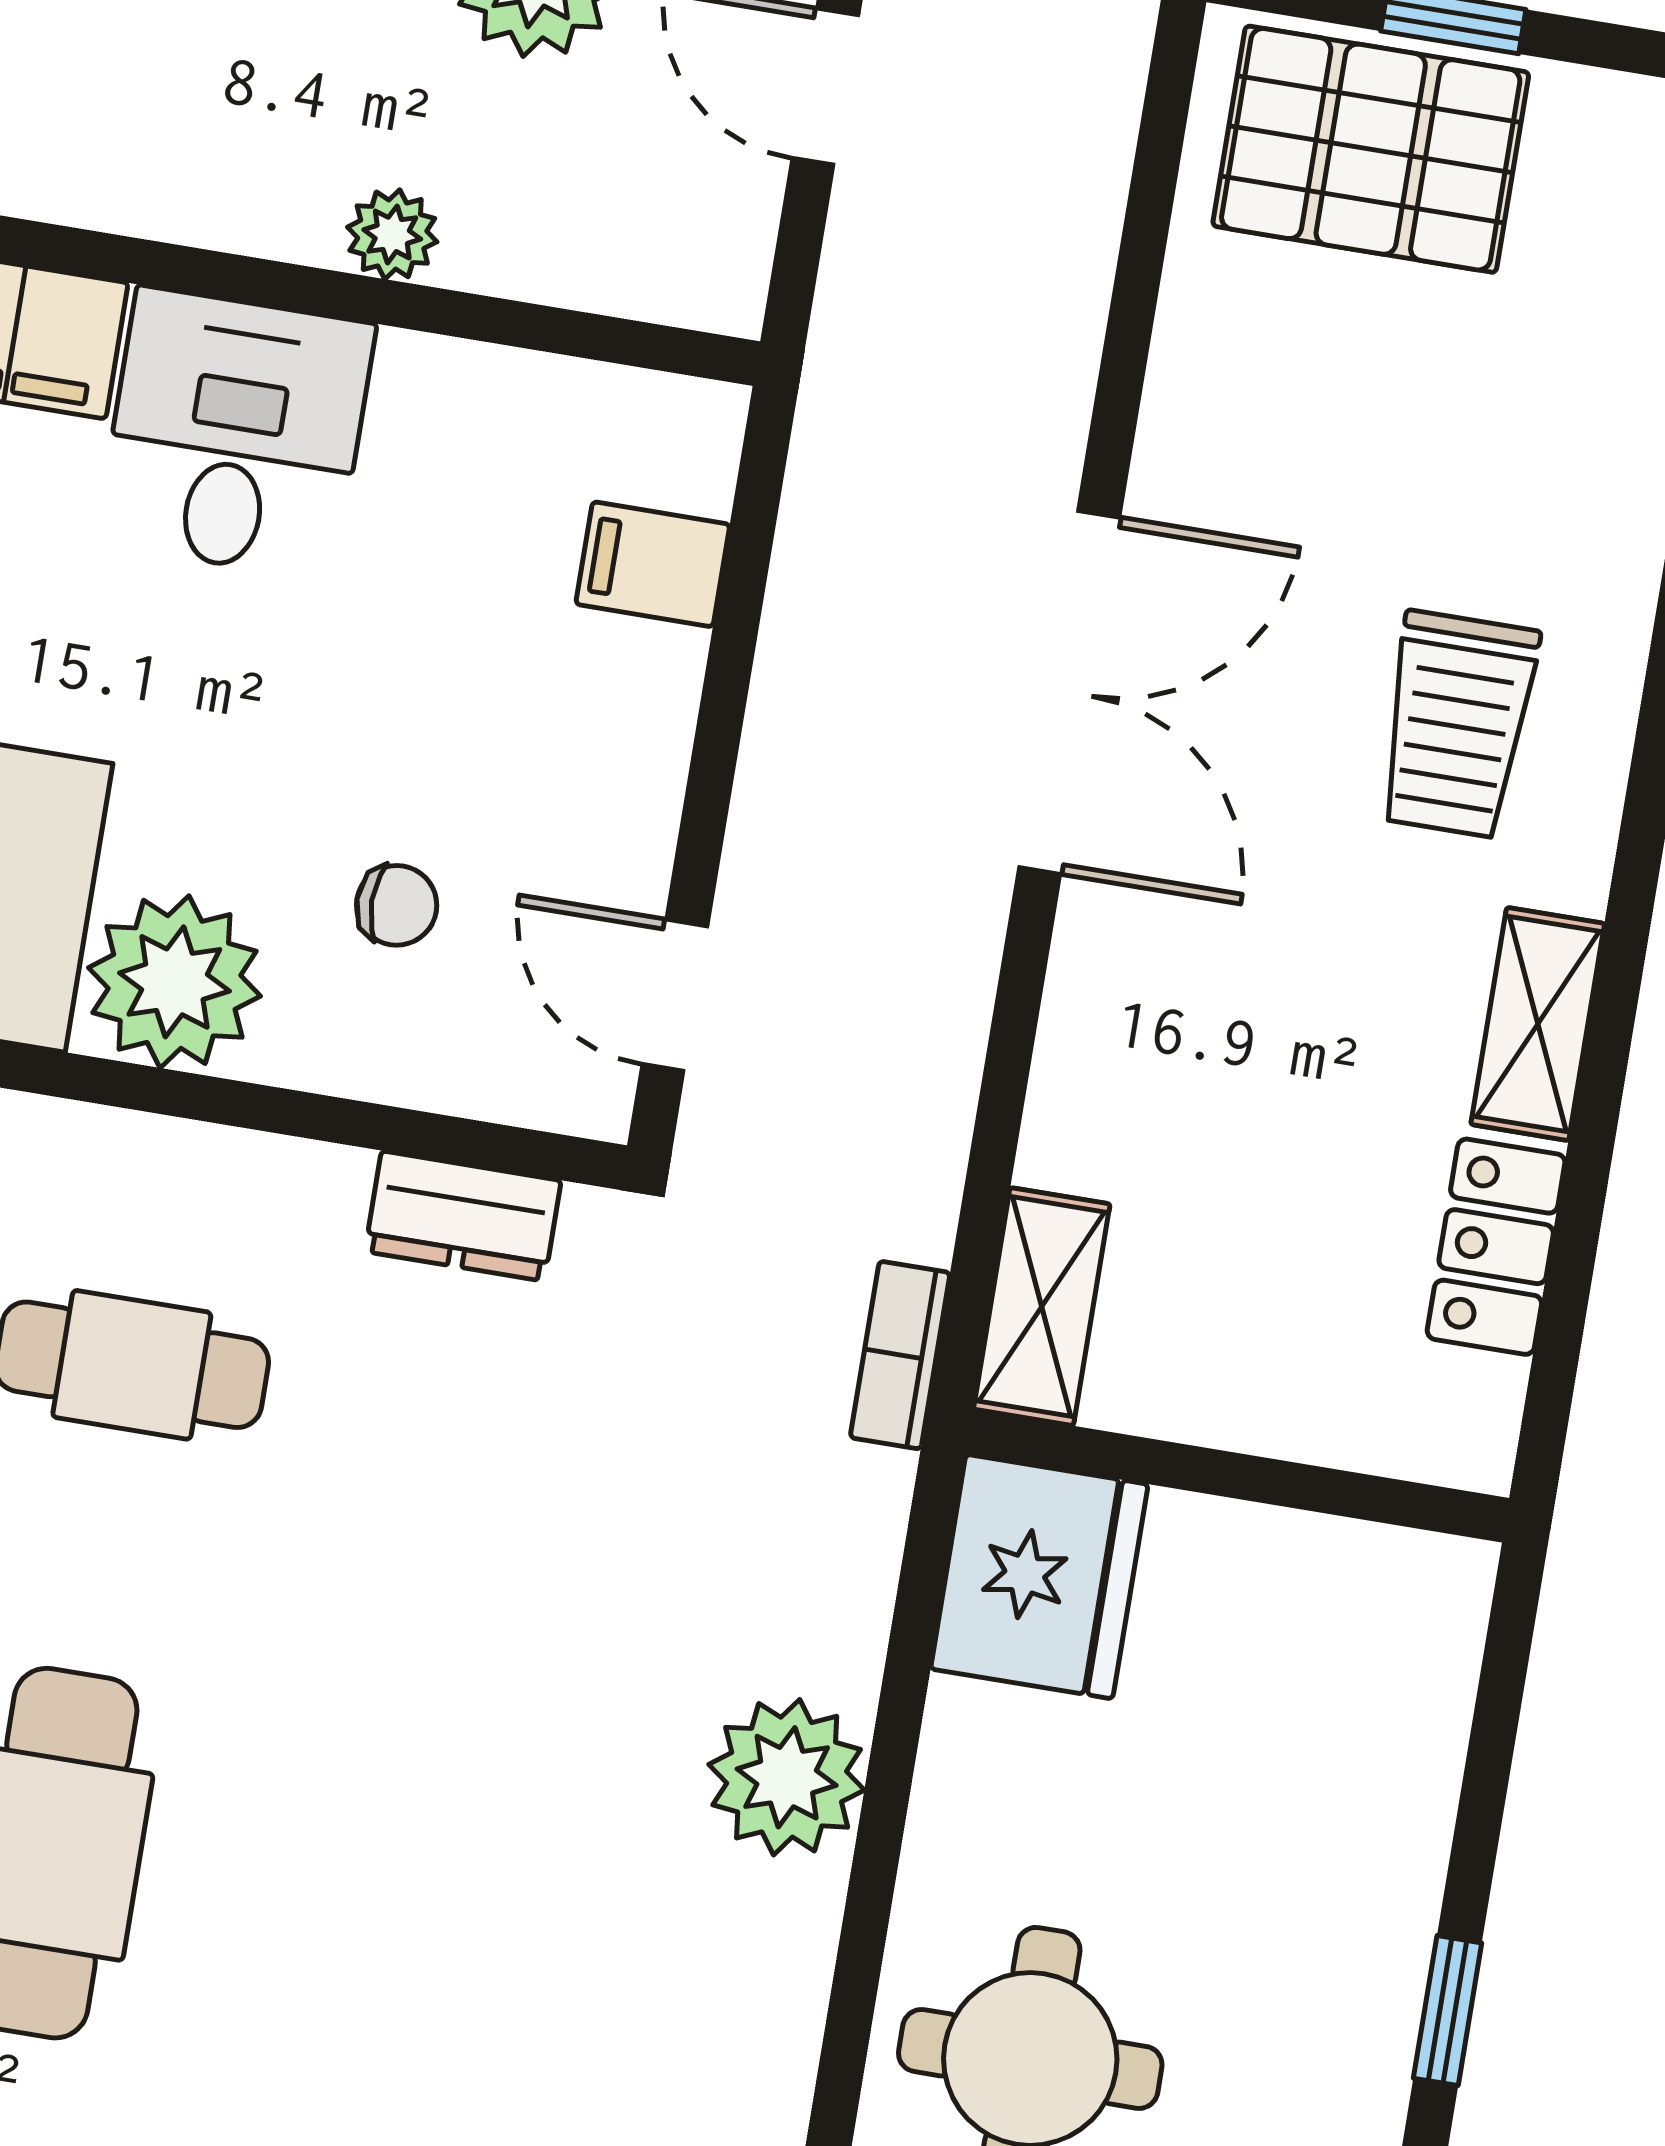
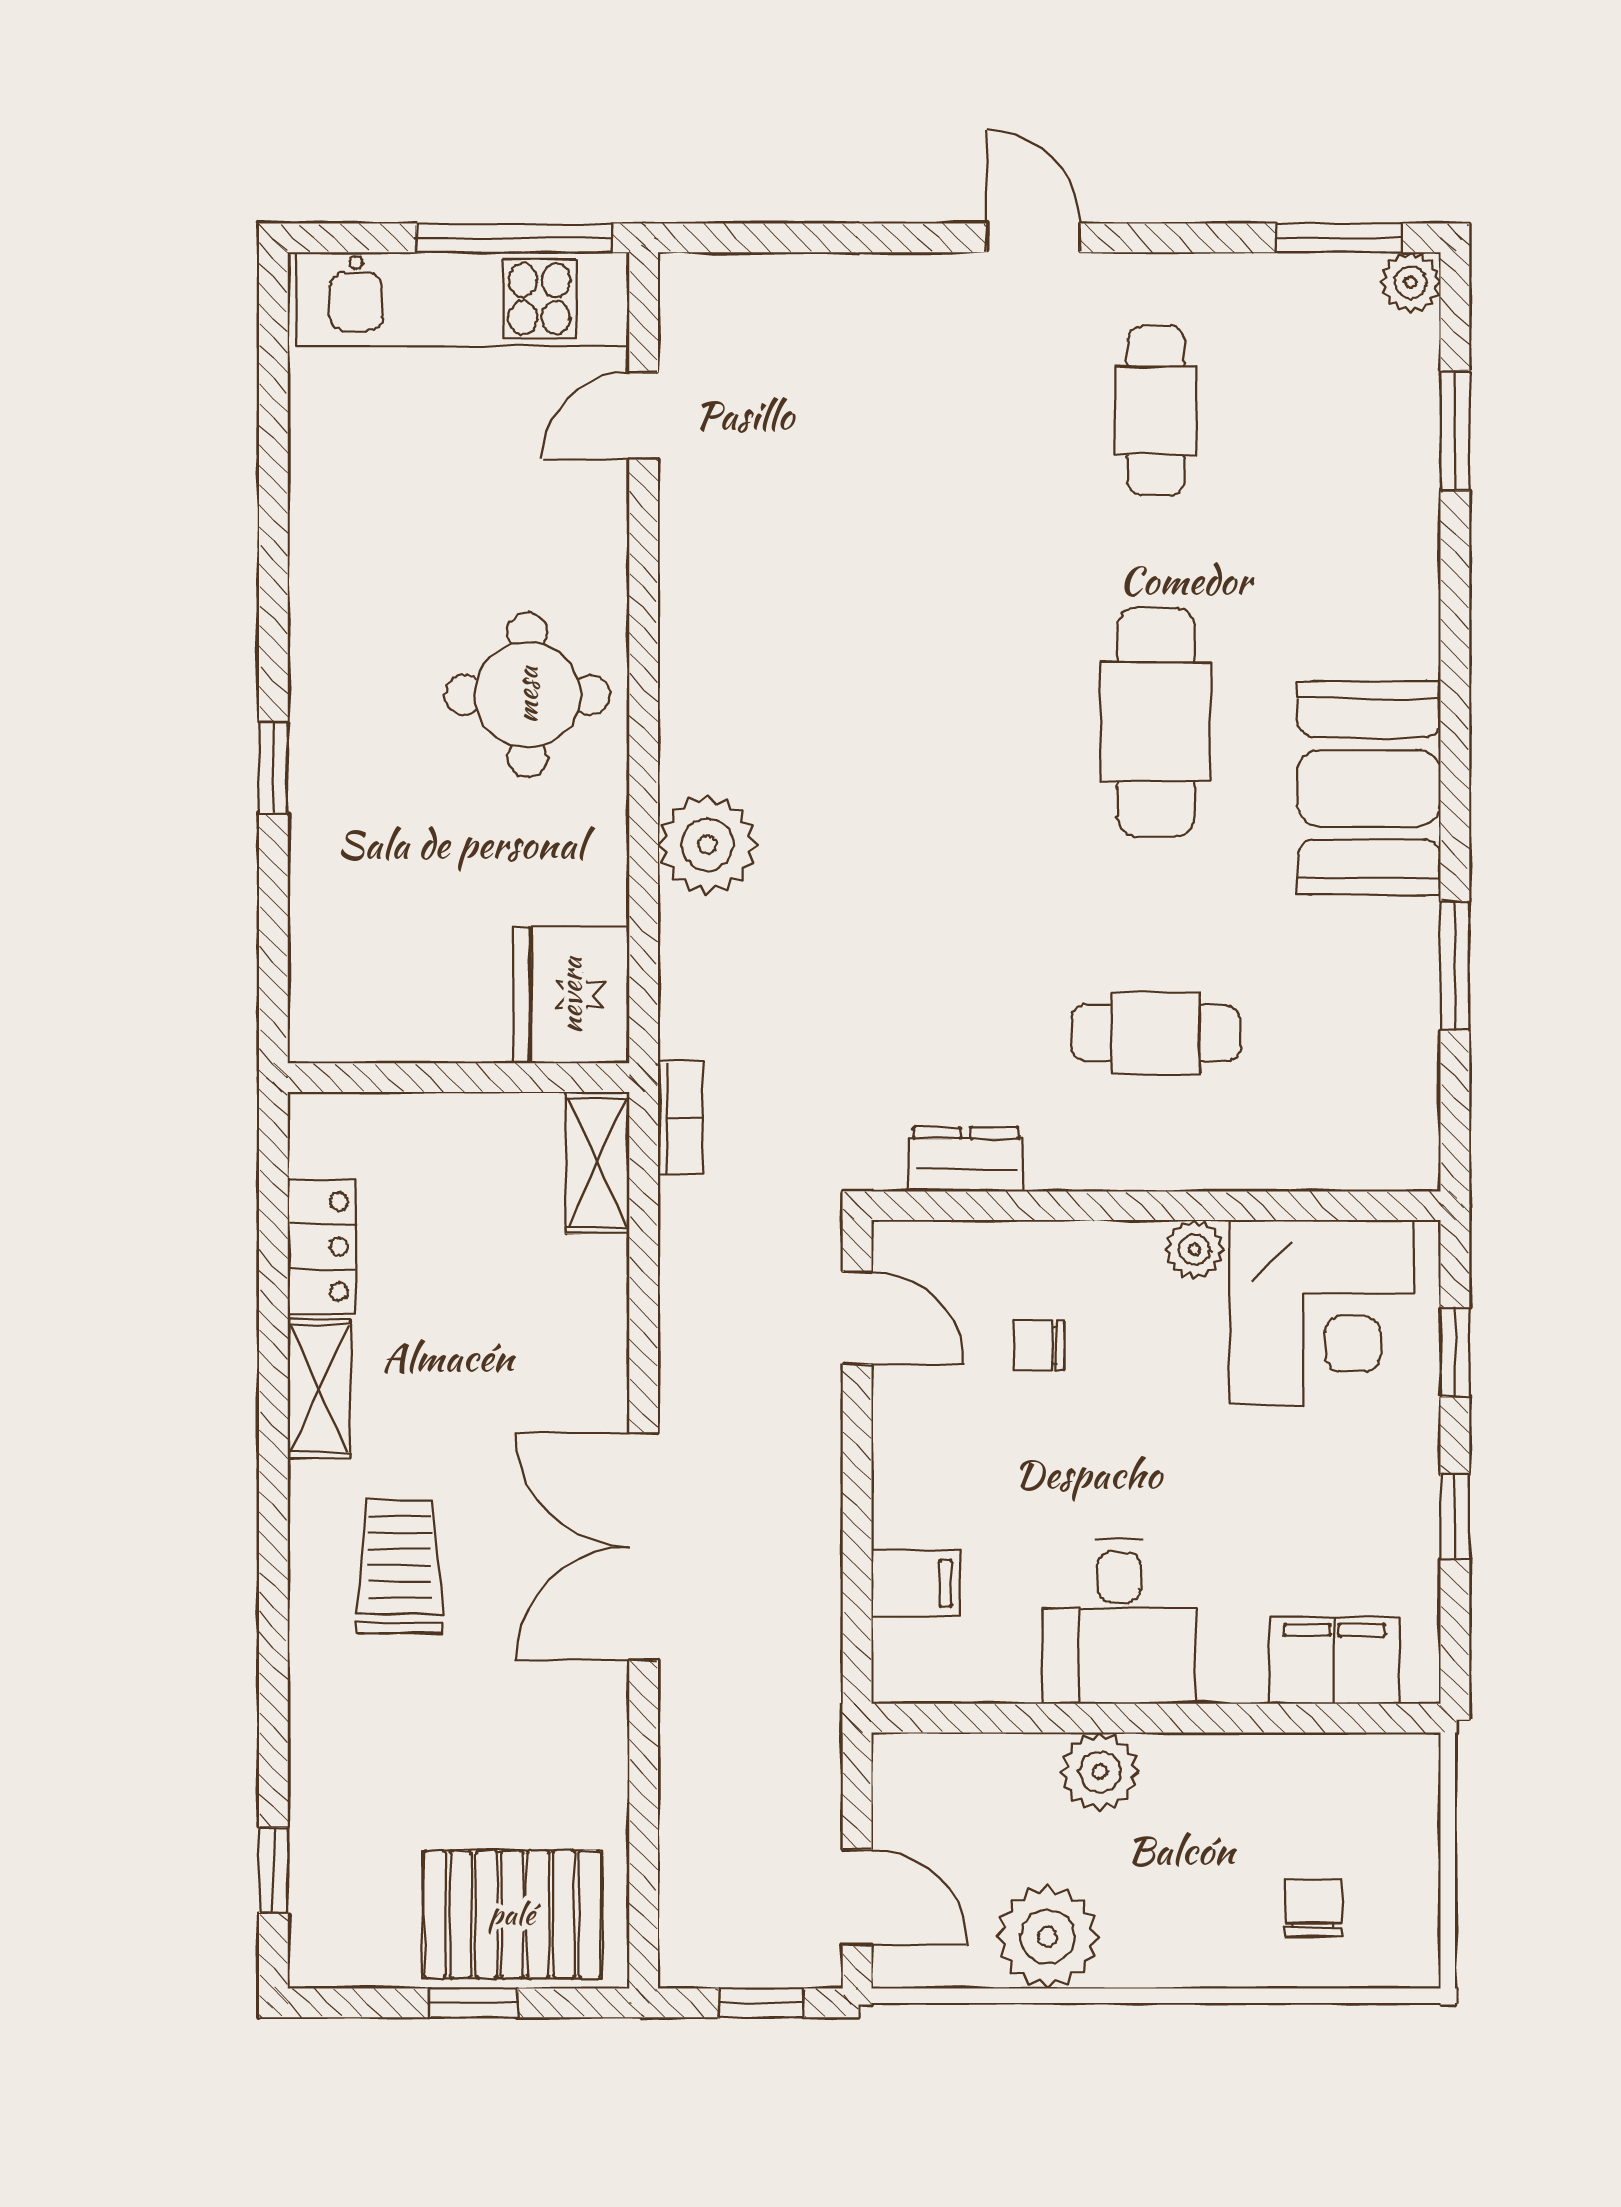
plant: (392, 234) -> (1100, 1772), width x1.38, depth x1.38
desk: (236, 433) -> (1119, 1621), moved
plant: (174, 982) -> (1194, 1249), width x0.53, depth x0.53

